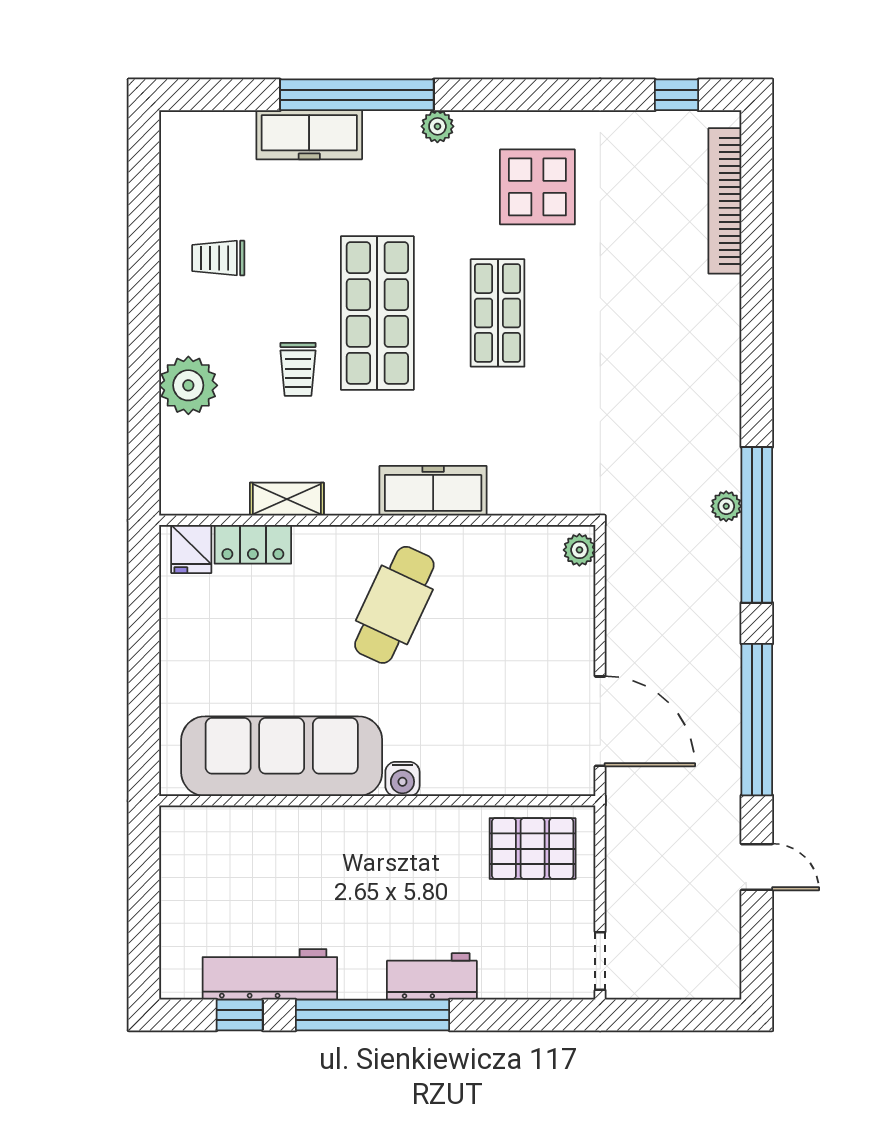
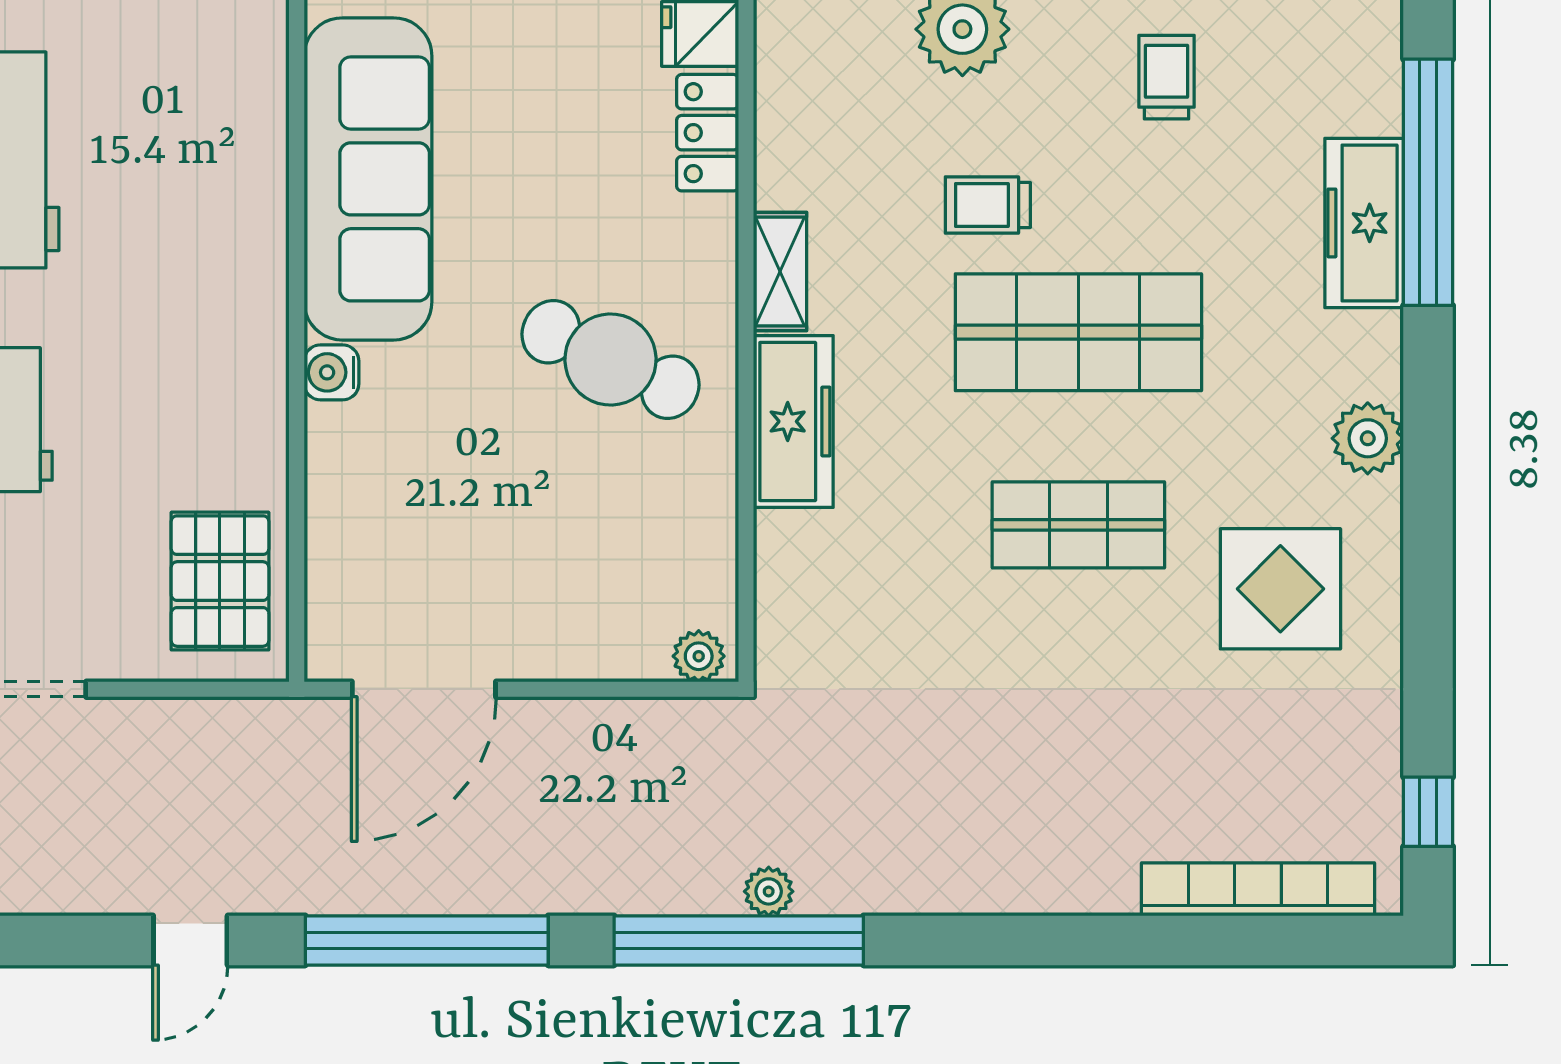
window: (357, 95) -> (1428, 182), moved
plant: (437, 126) -> (1368, 438), width x1.38, depth x1.38
shelving: (287, 499) -> (780, 271), moved

